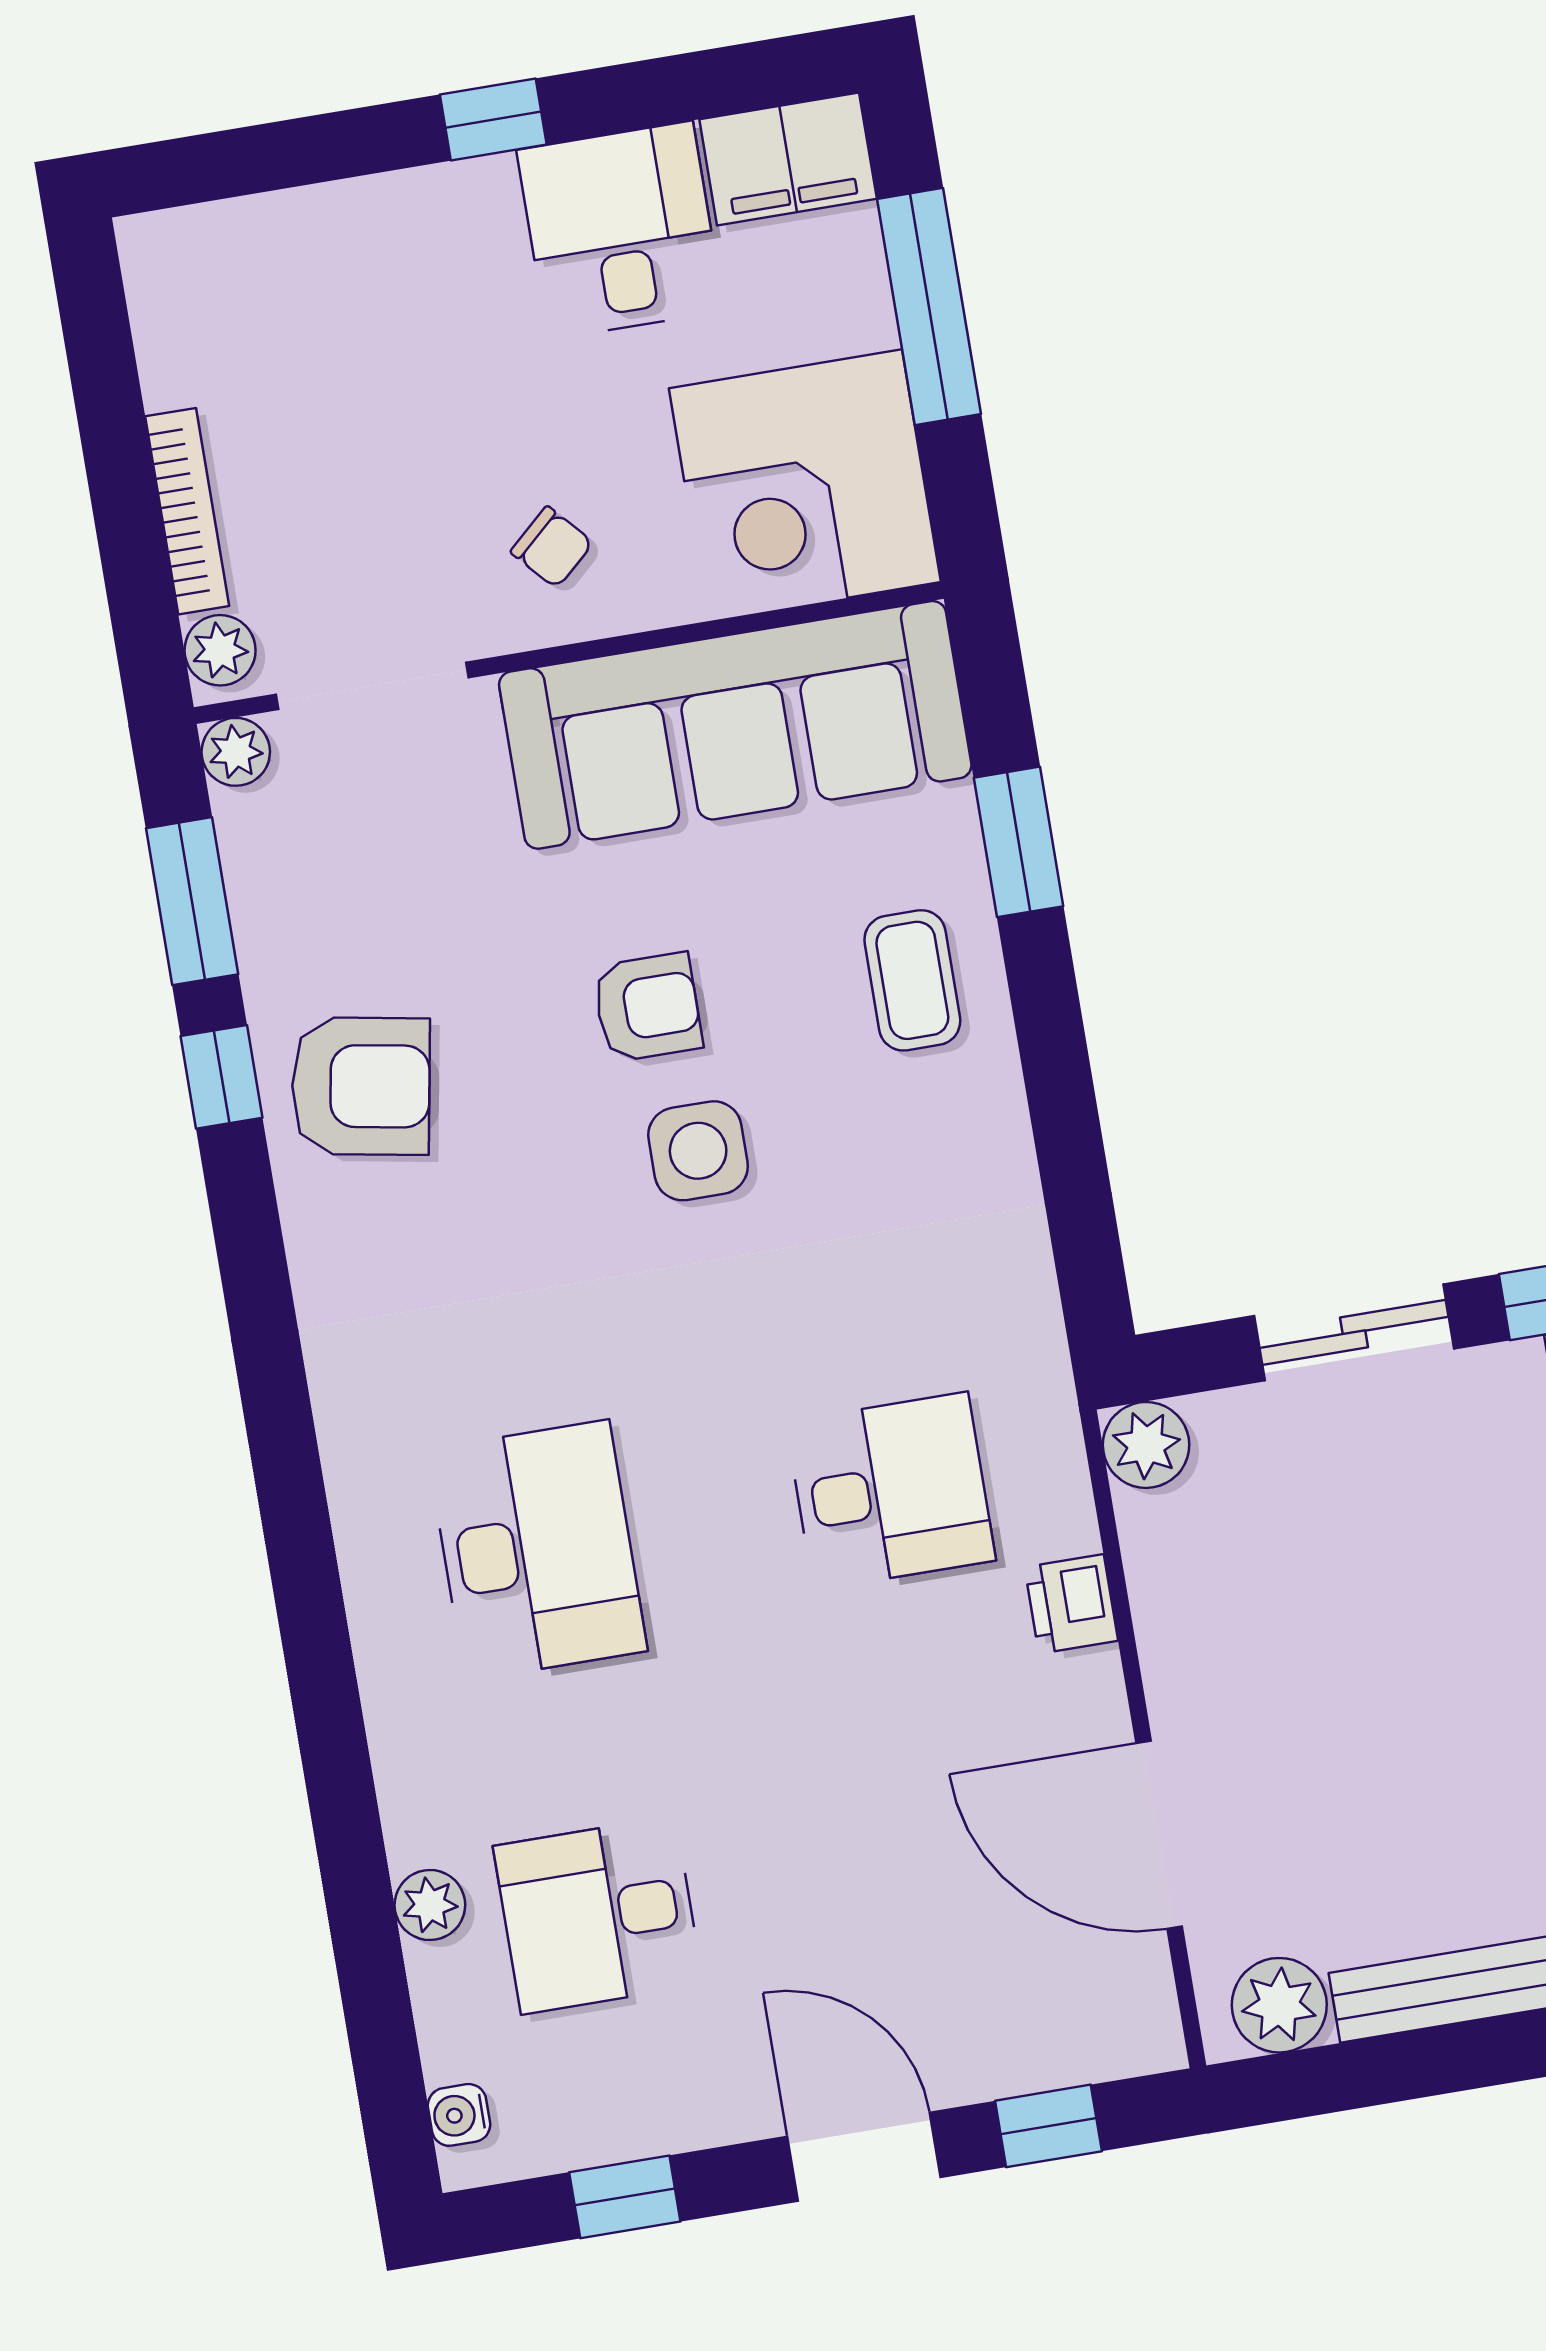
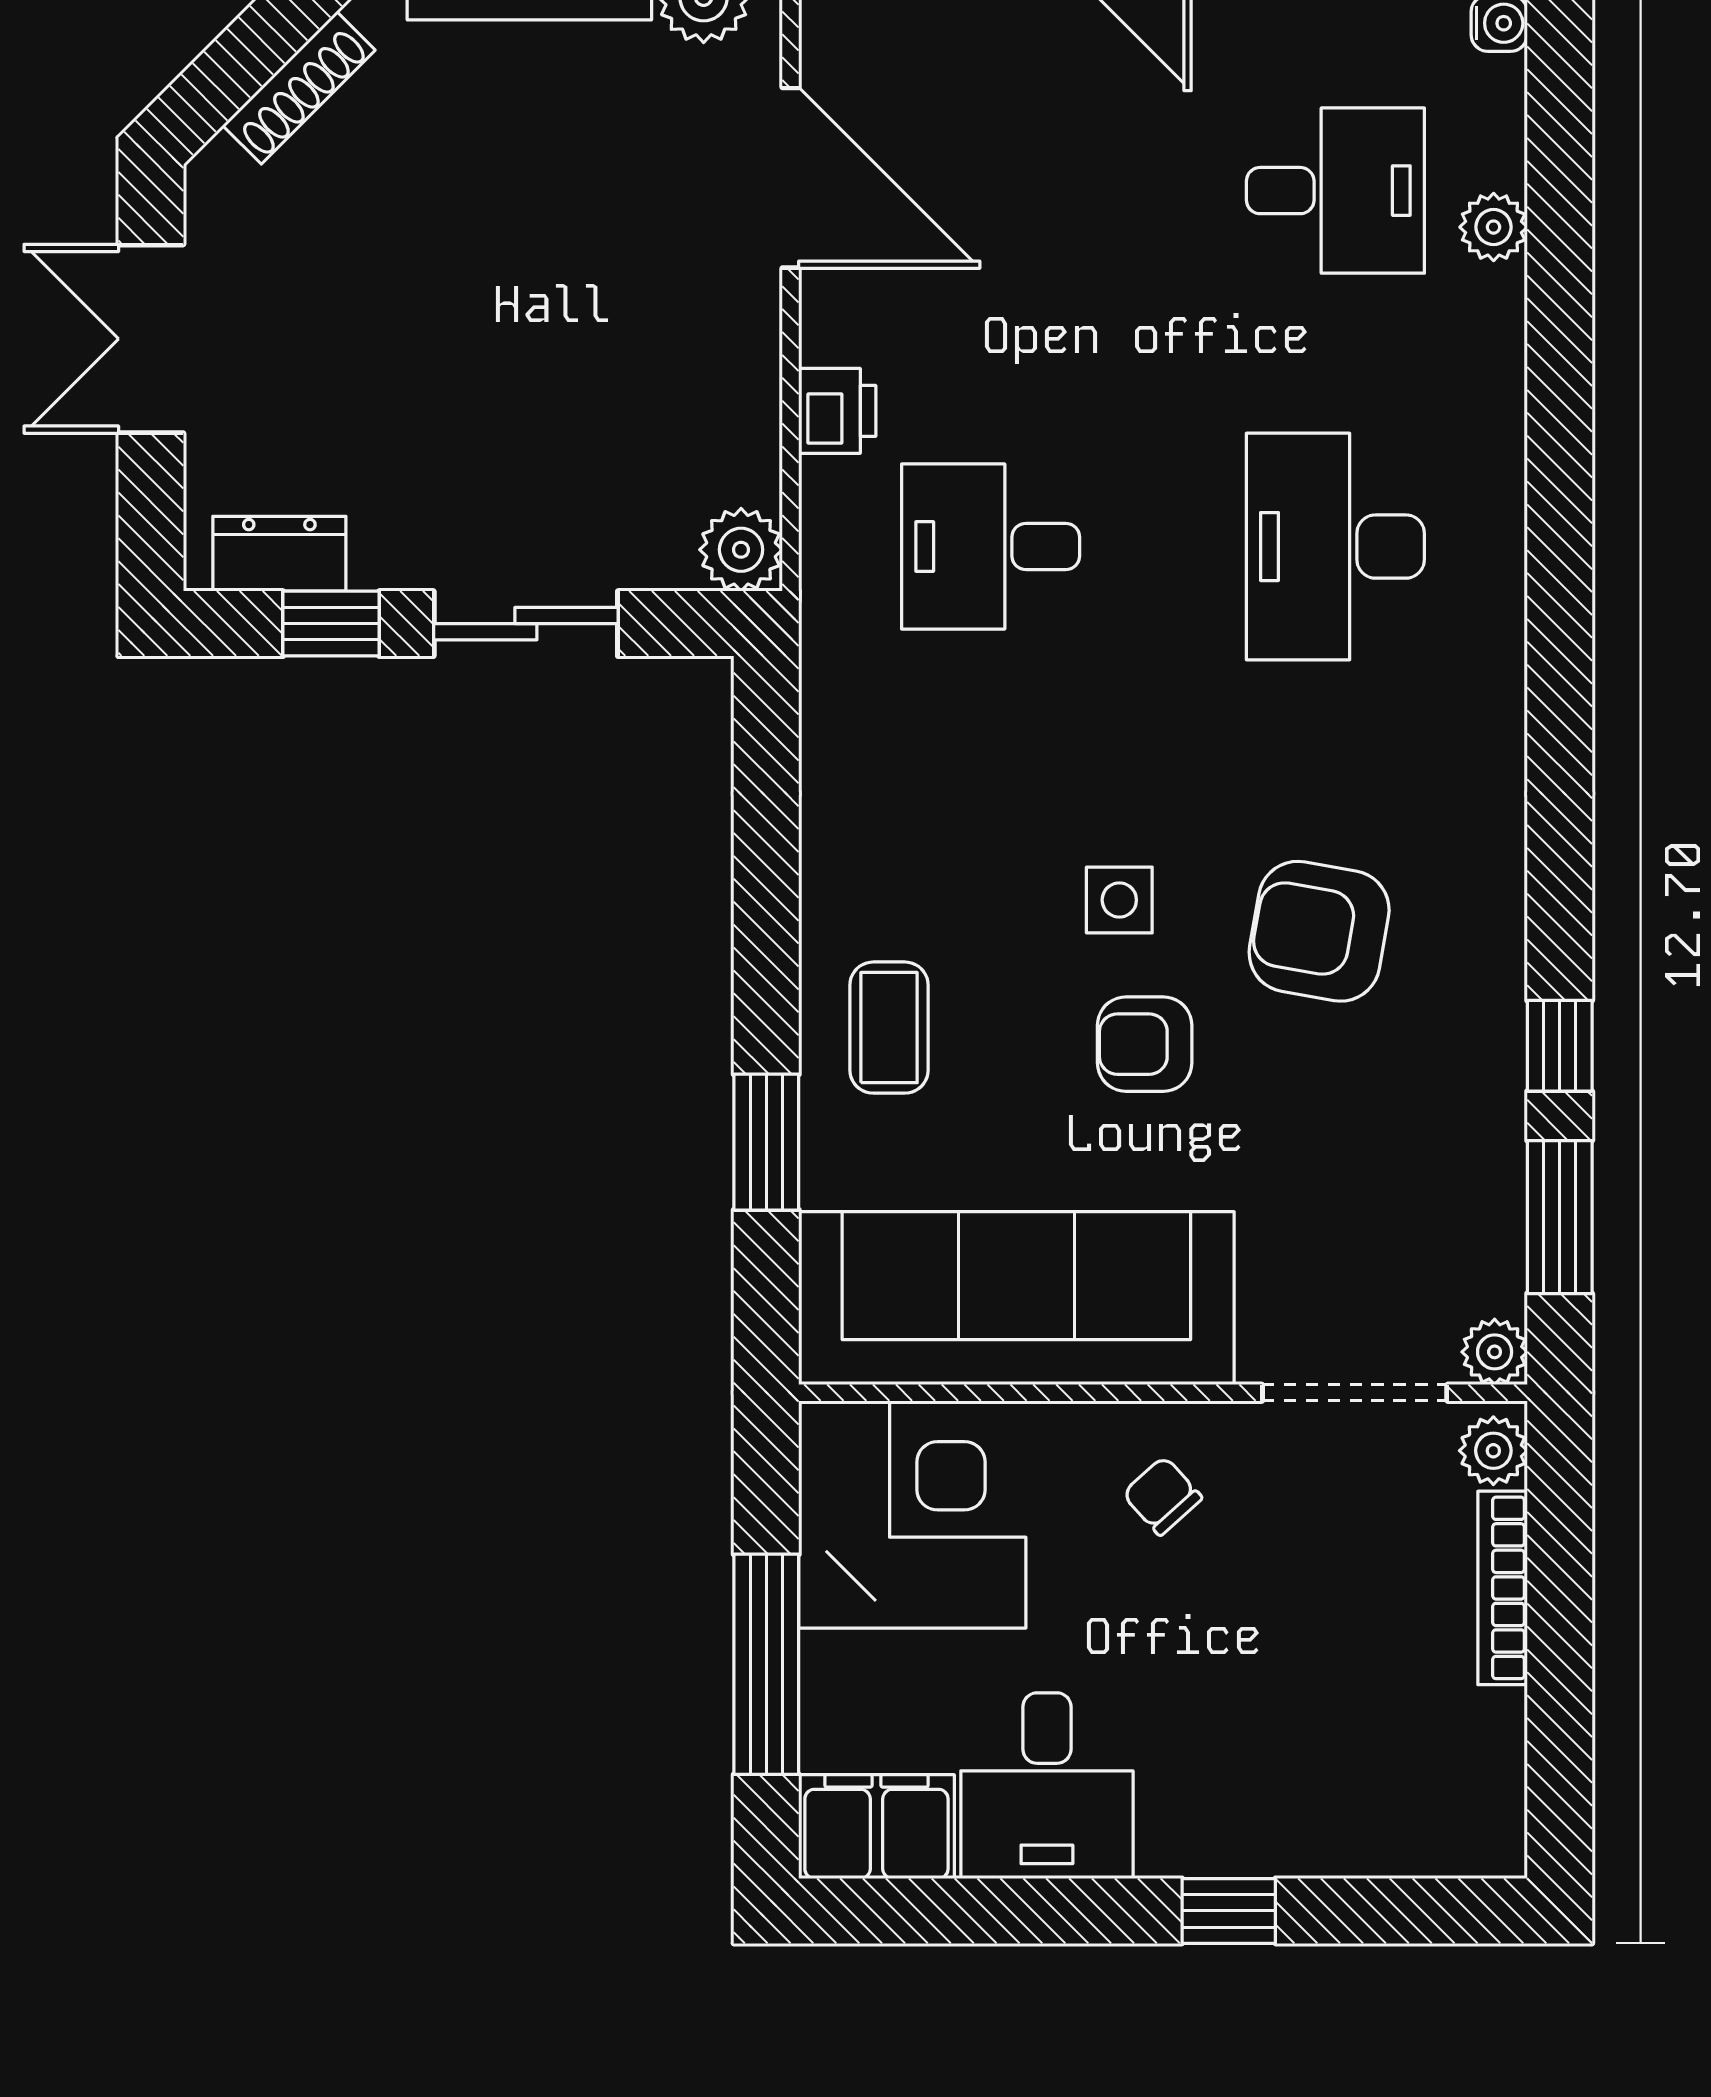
window: (493, 119) -> (1229, 1911), moved
armchair: (361, 1086) -> (1319, 931), moved
side table: (698, 1151) -> (1119, 900), width x0.73, depth x0.73

